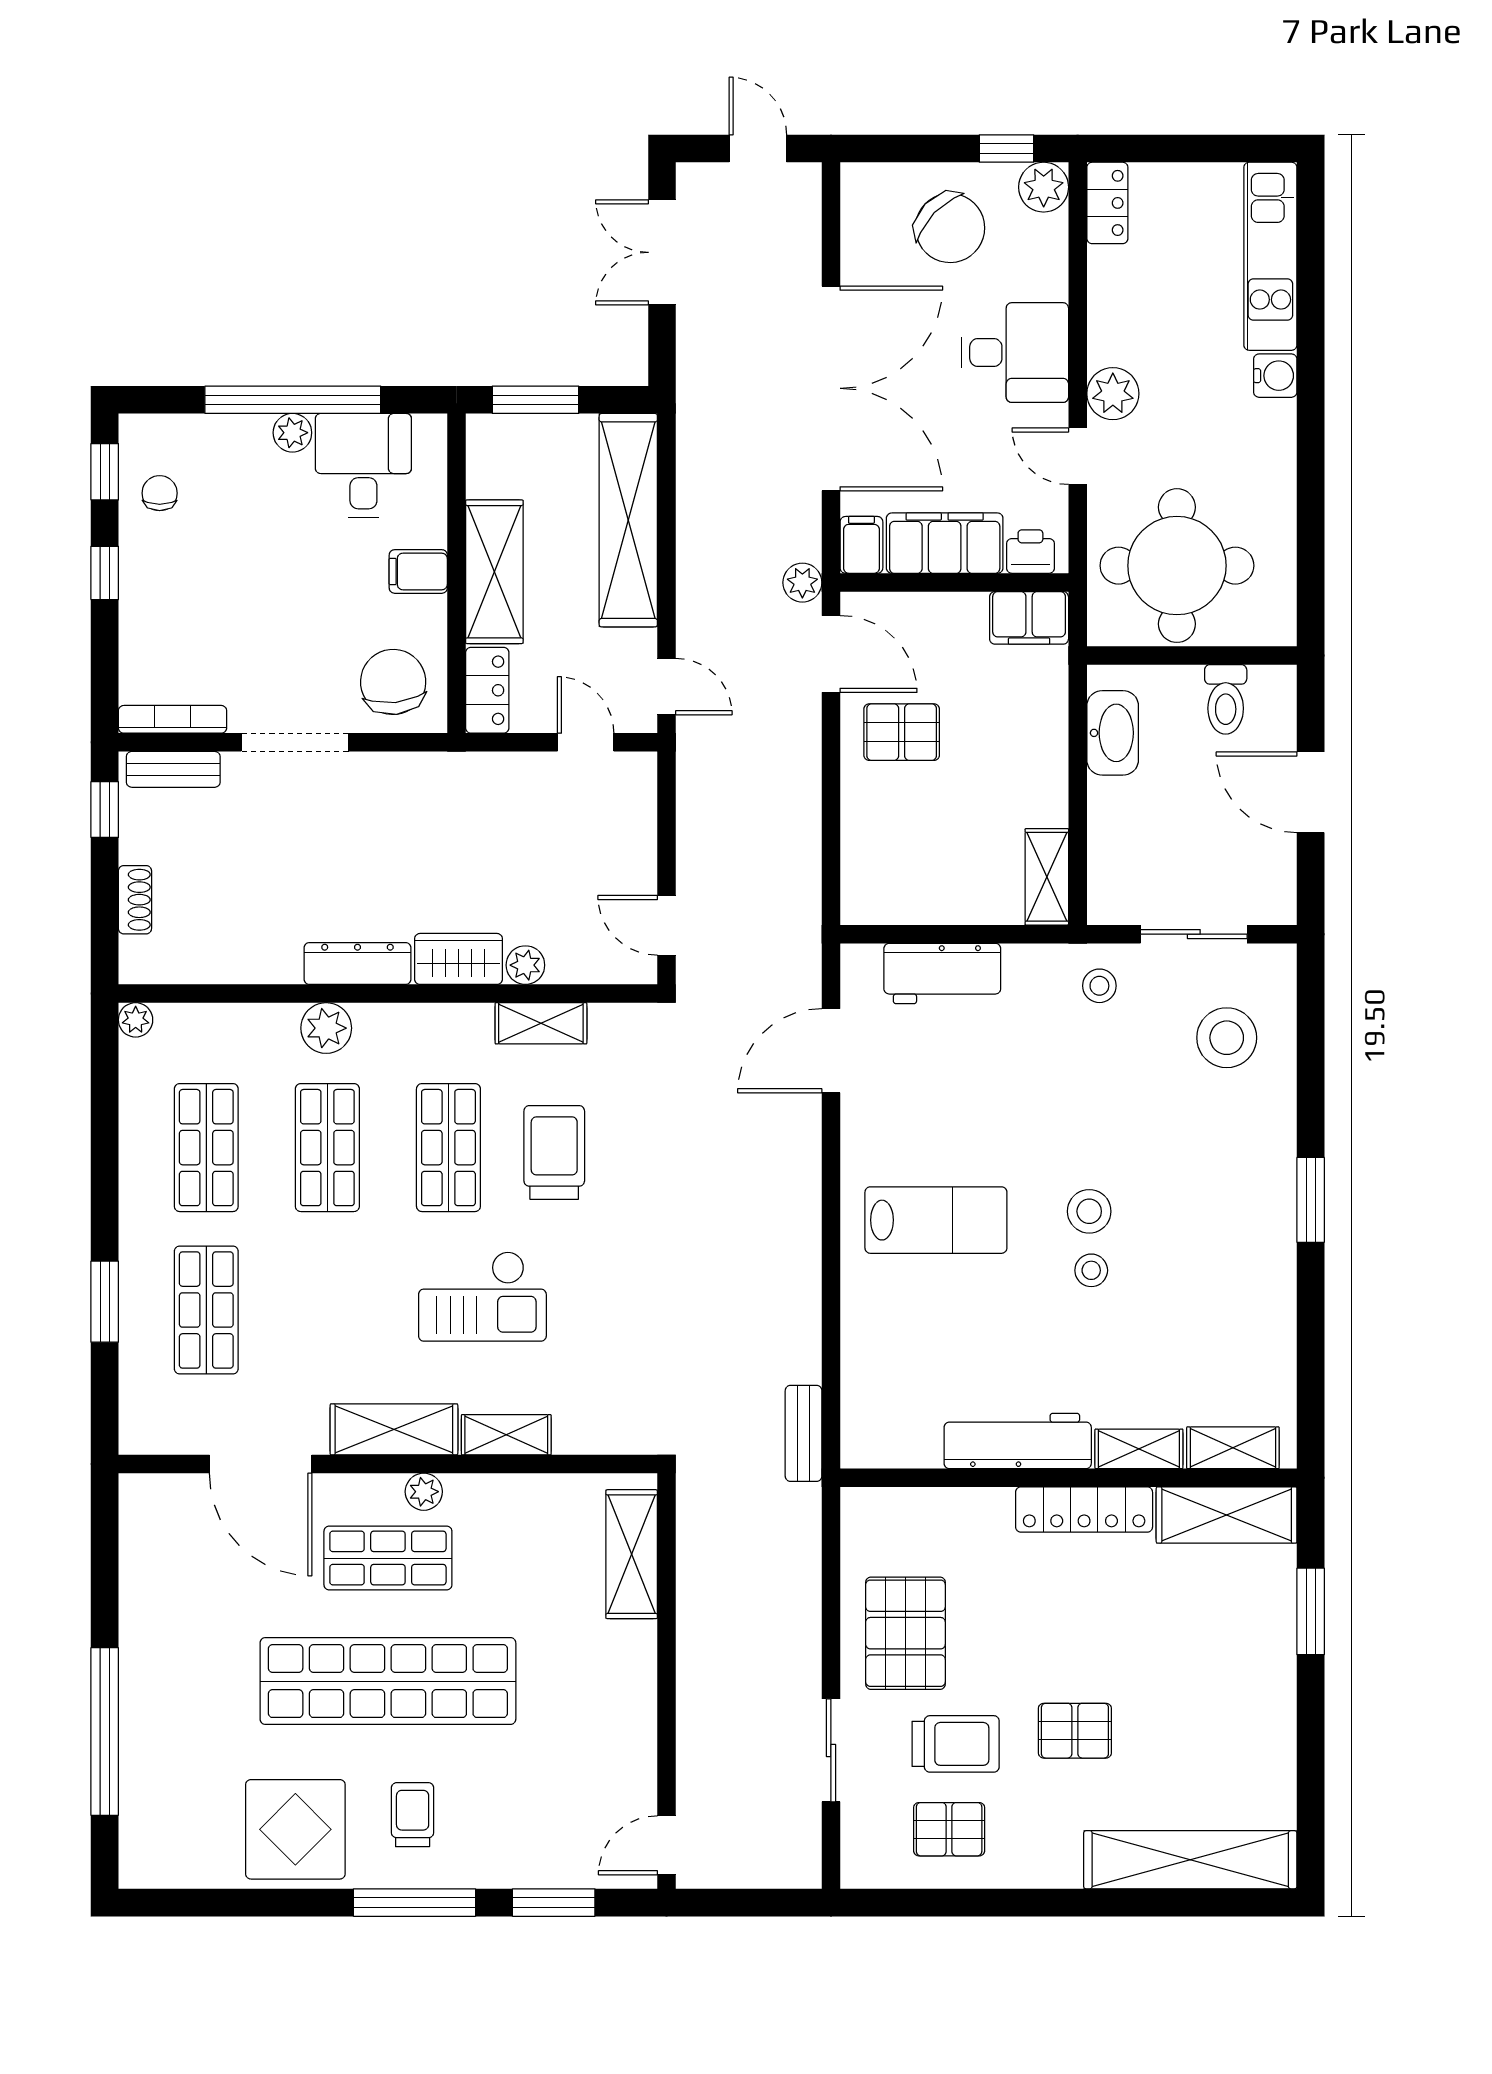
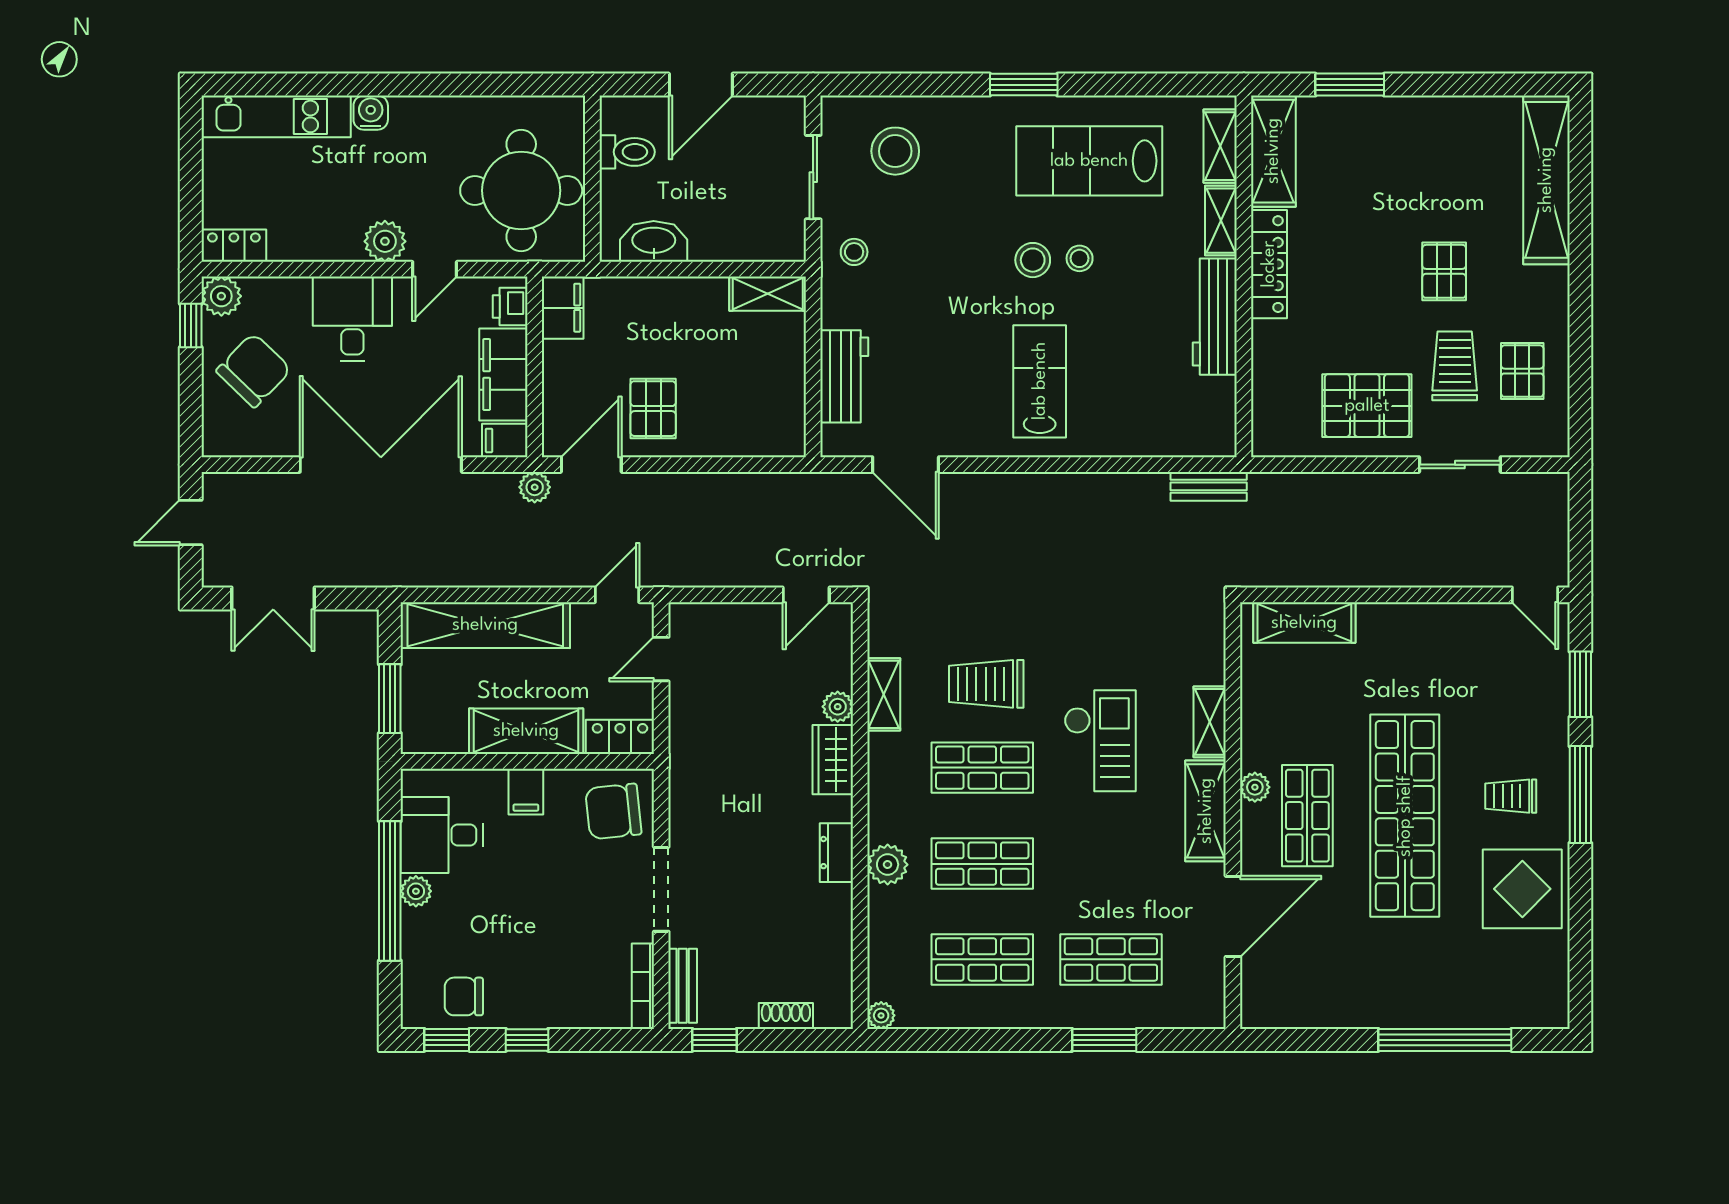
chair: (160, 493) -> (464, 996), width x1.37, depth x1.37
dresser: (357, 963) -> (836, 853), width x0.70
lab bench: (1214, 1283) -> (1089, 161), added

